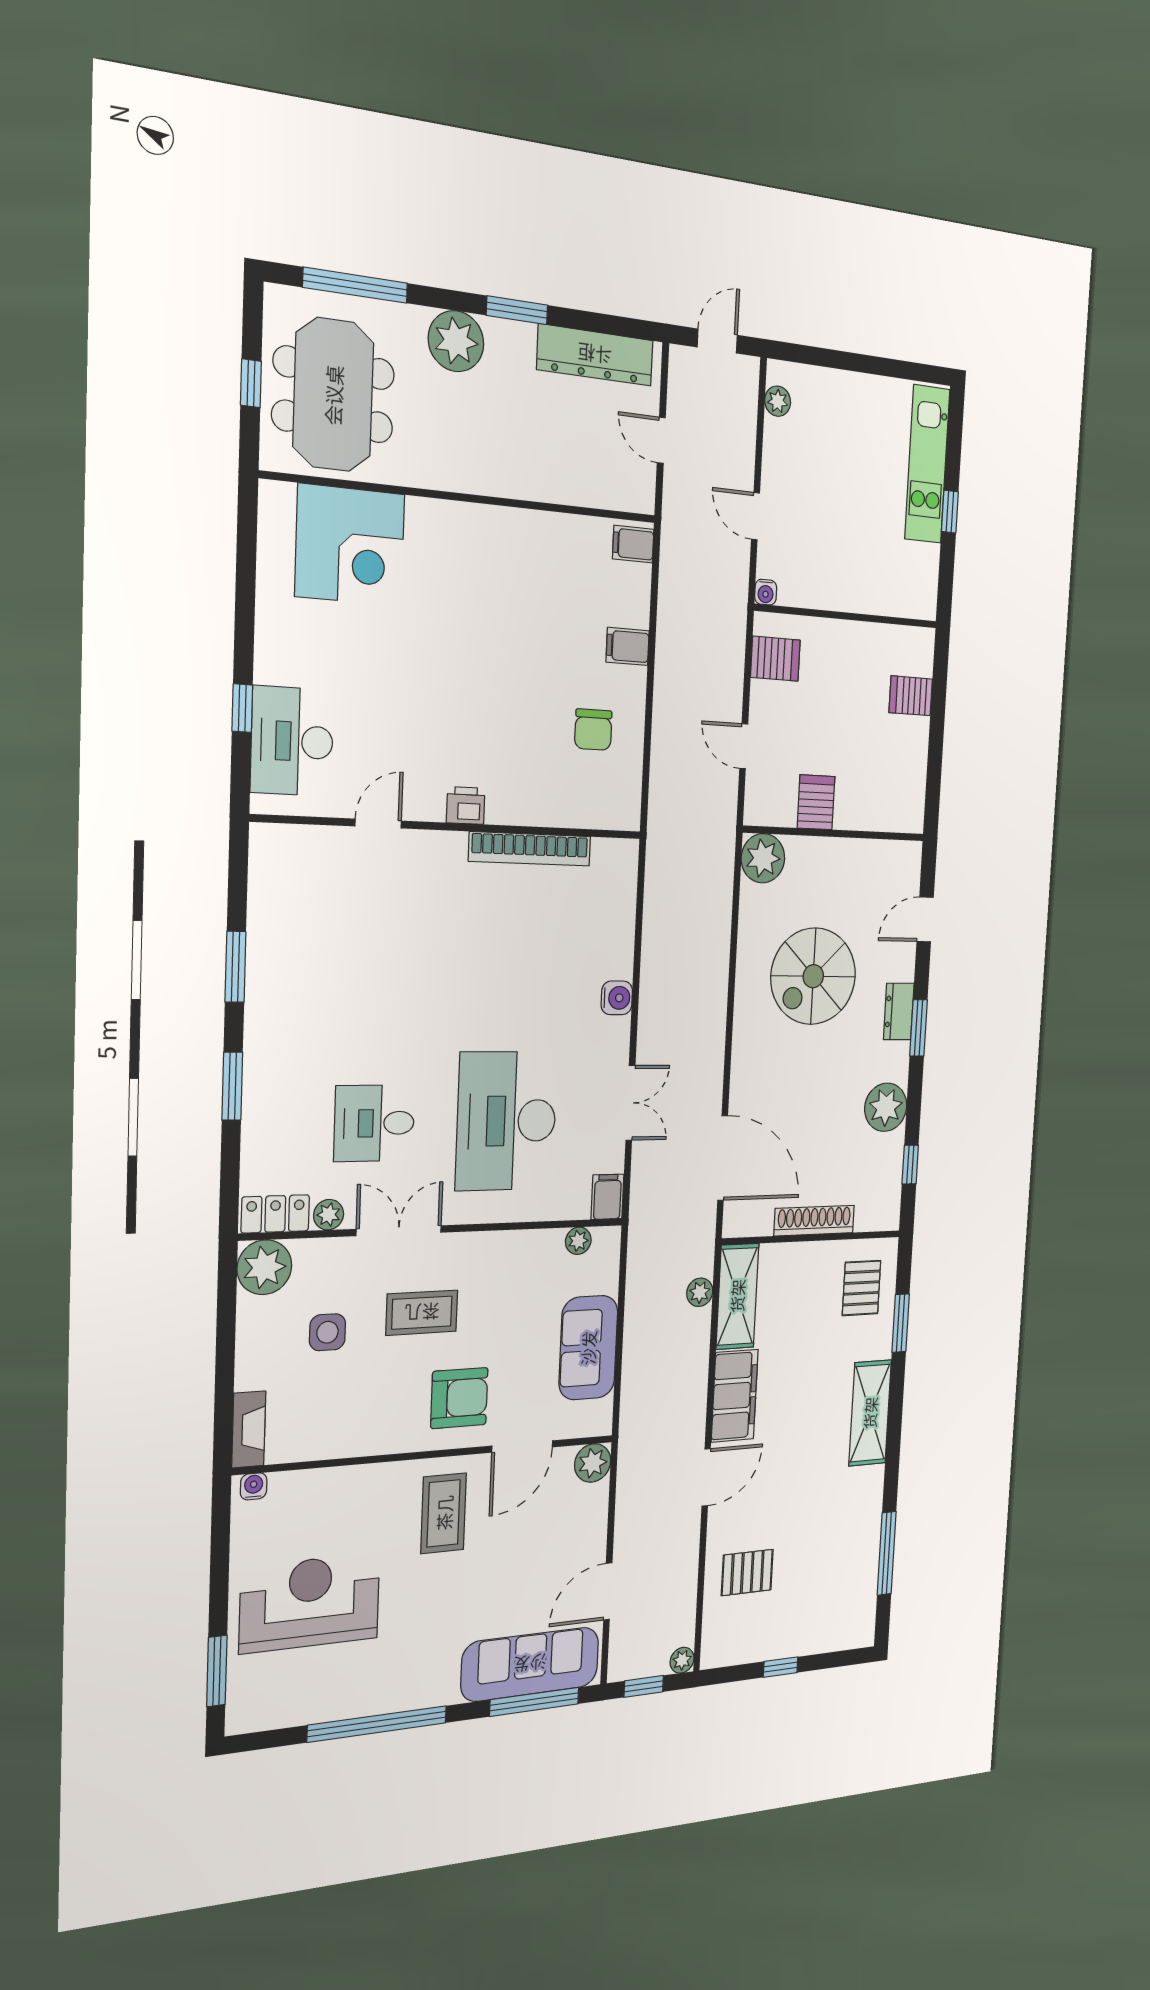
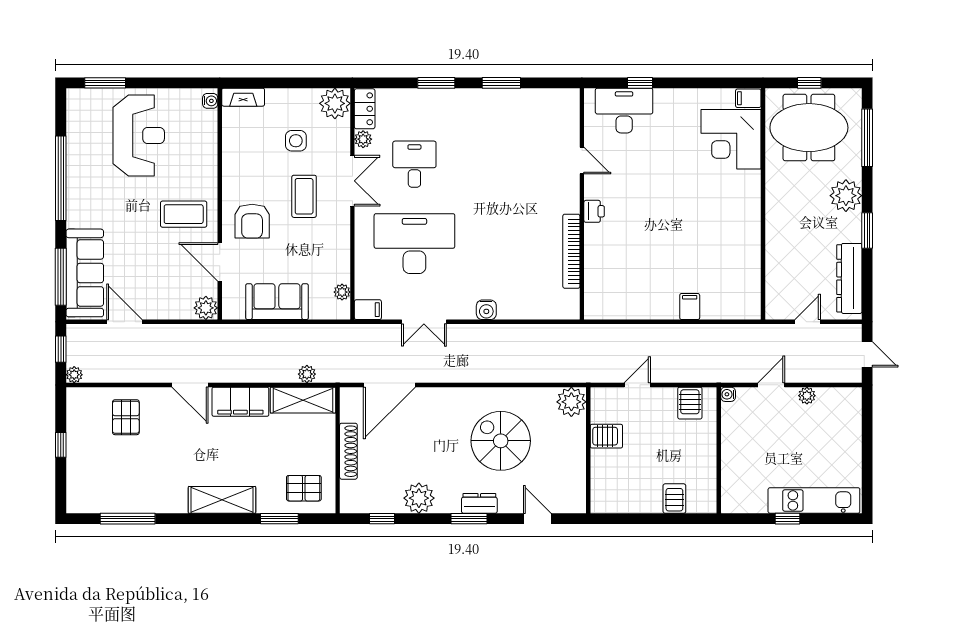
plant: (778, 401) -> (807, 396), moved
filing cabinet: (633, 544) -> (748, 98), moved, turned -90
chair: (593, 730) -> (641, 287), removed

